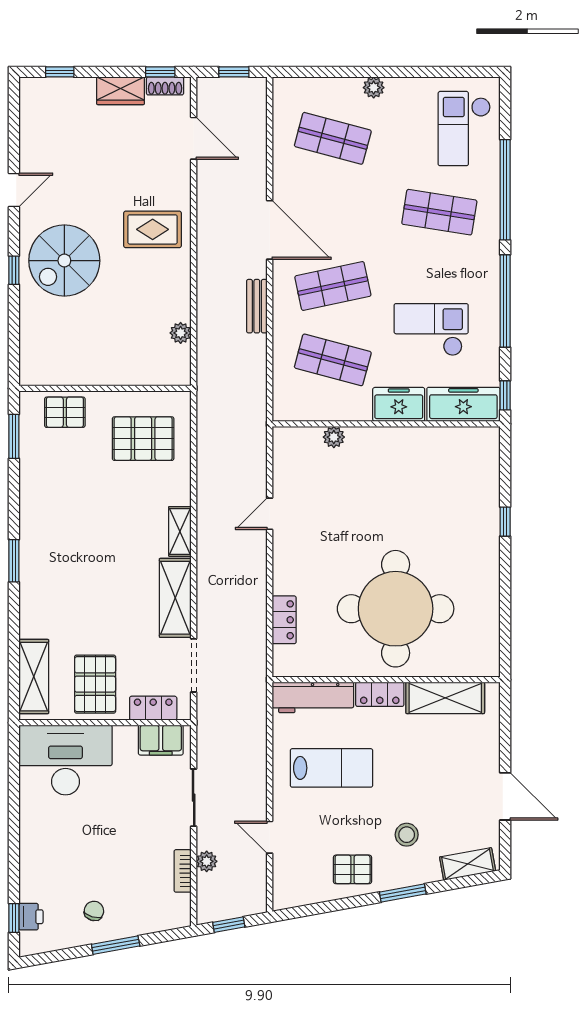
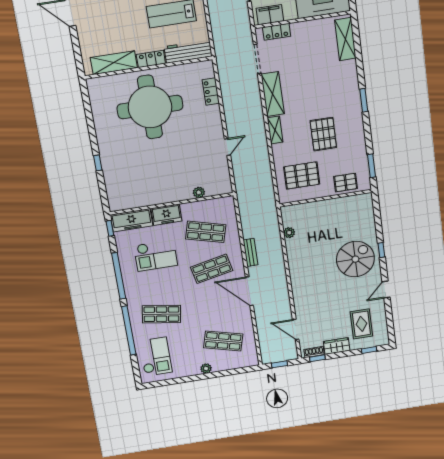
rug: (153, 229) -> (361, 324), moved, turned 90
pallet: (95, 684) -> (323, 134), moved

